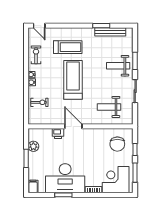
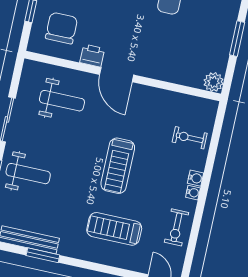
treadmill: (73, 80) -> (118, 166), width x0.73, depth x0.73
door: (73, 126) -> (117, 75), moved
printer: (58, 133) -> (92, 56), moved
plant: (33, 146) -> (214, 82), moved

